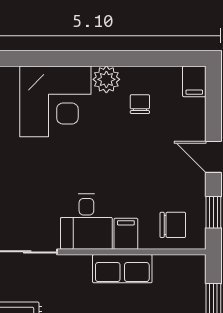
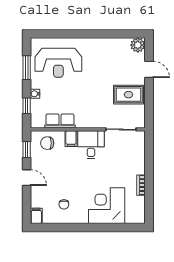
plant: (106, 79) -> (81, 217), removed
row of seats: (122, 269) -> (60, 121), moved

